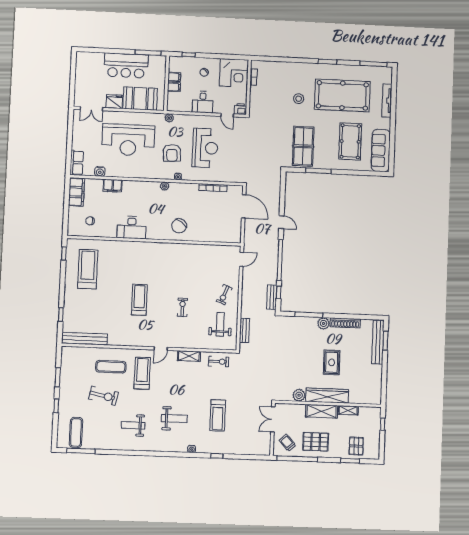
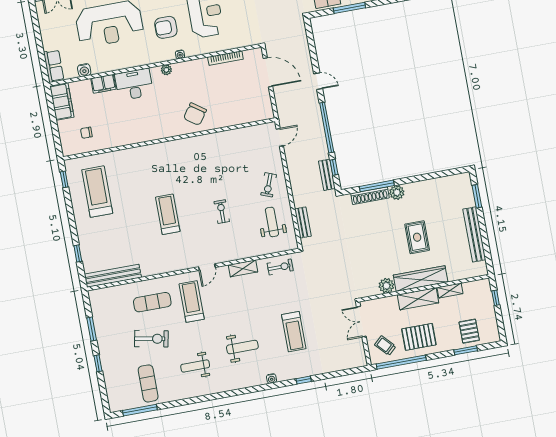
armchair: (172, 153) -> (166, 27), turned 94
desk: (132, 227) -> (134, 84), moved, turned 180
shoe rack: (345, 323) -> (370, 196), moved
bench: (378, 342) -> (474, 234), moved
exercise mat: (76, 432) -> (148, 383), moved

